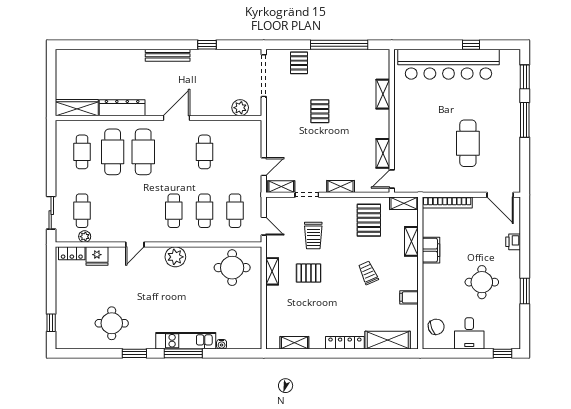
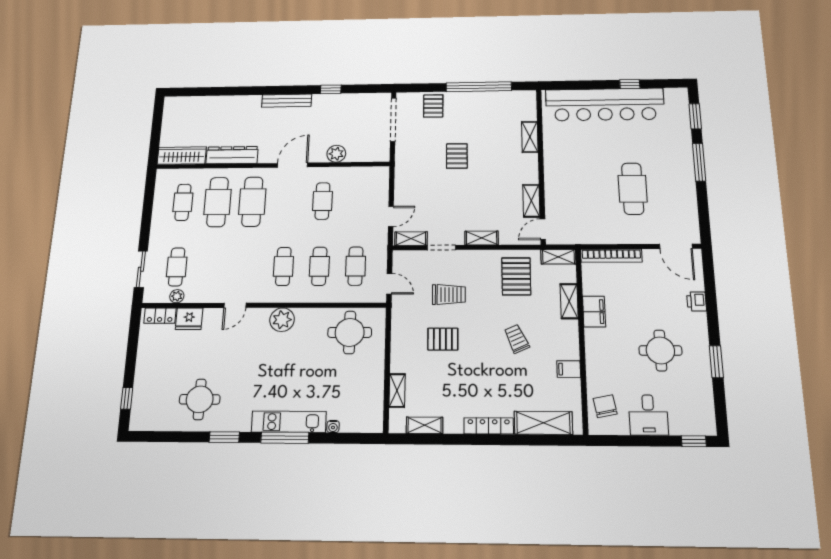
plant: (240, 108) -> (336, 154), moved
trolley: (313, 236) -> (449, 295), turned -90
shelving: (272, 271) -> (397, 391), moved
chair: (436, 327) -> (605, 406), turned -80

